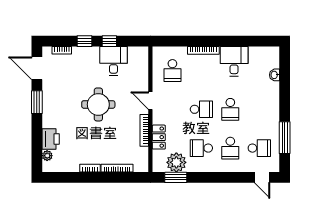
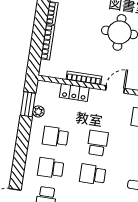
school desk: (201, 109) -> (97, 143), turned 180
school desk: (201, 148) -> (55, 137), turned -90
plant: (176, 162) -> (38, 112), width x0.53, depth x0.53

